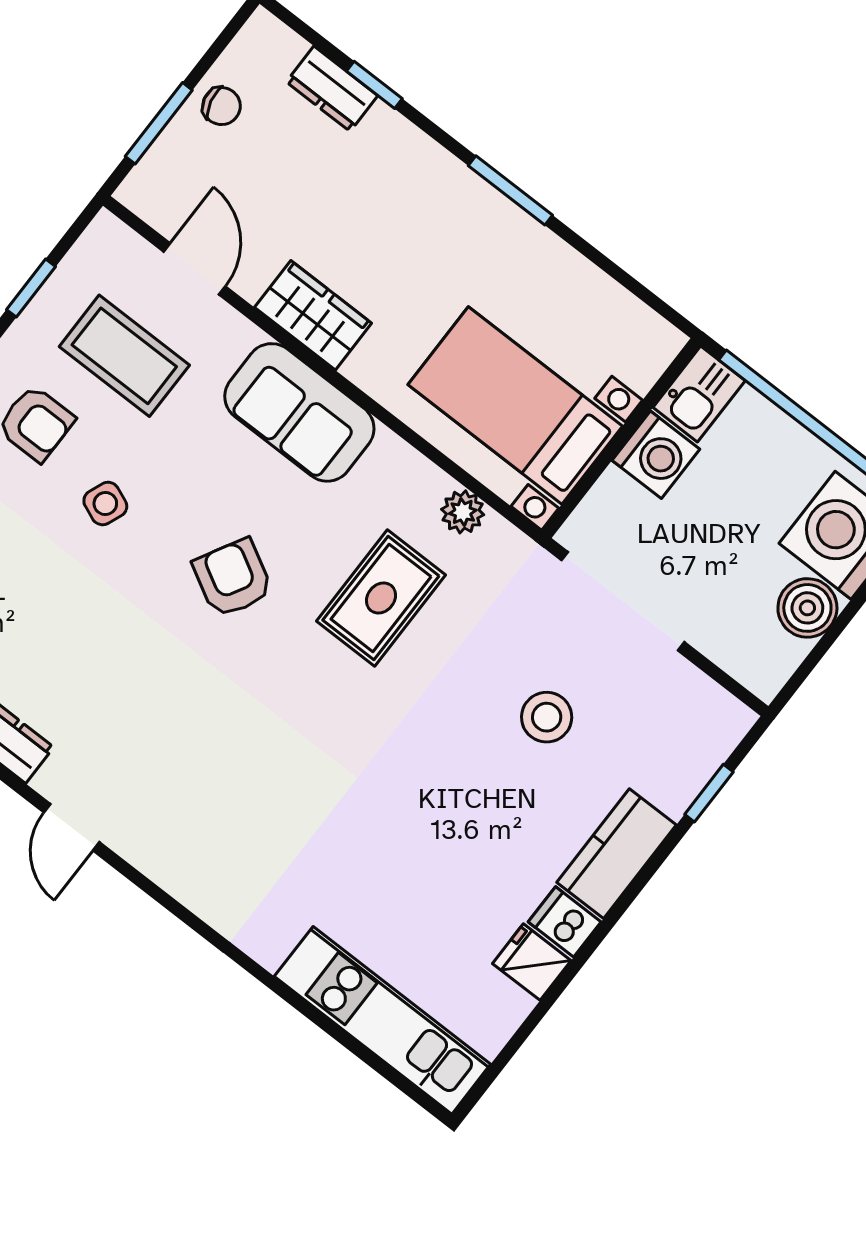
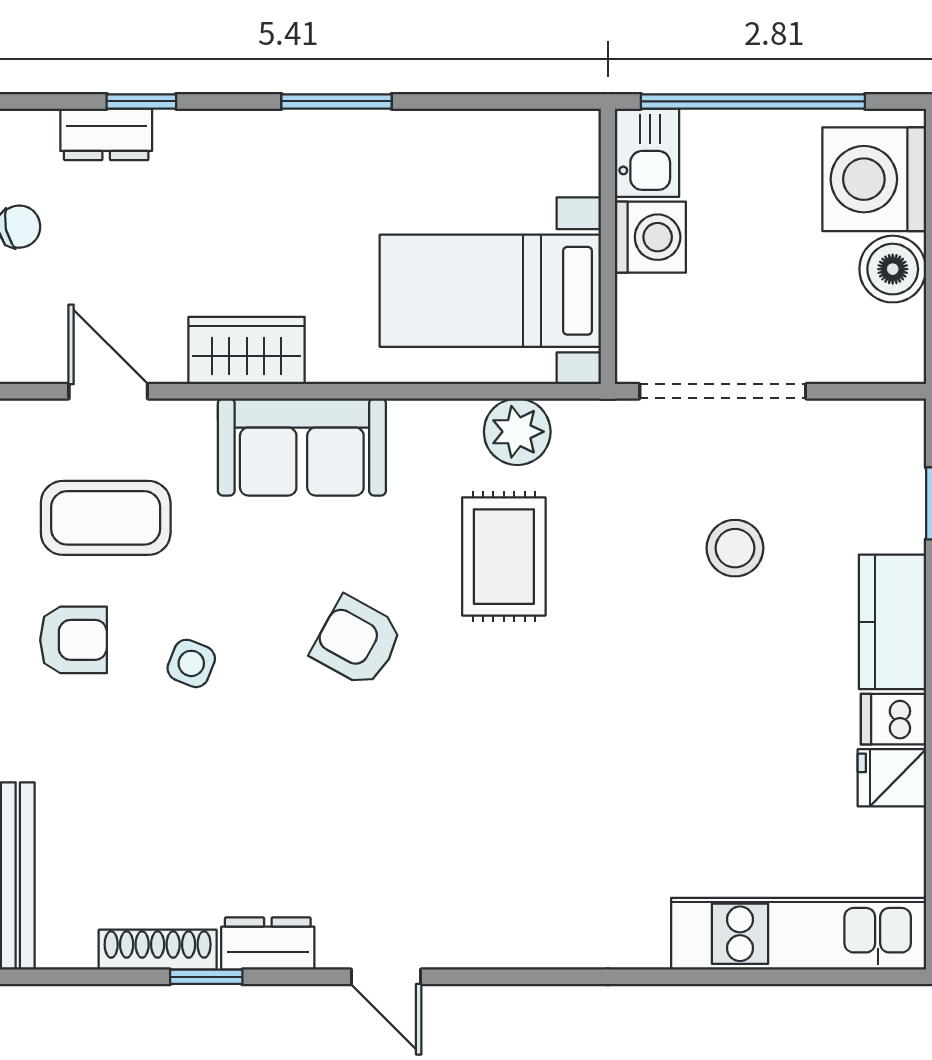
plant: (463, 512) -> (517, 432), width x1.38, depth x1.38

